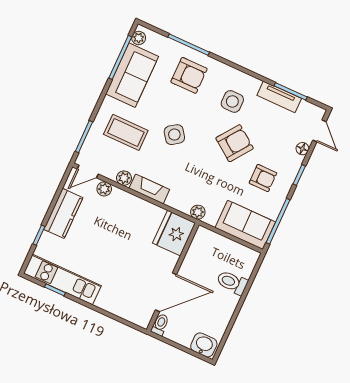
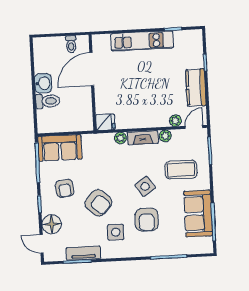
plant: (139, 38) -> (207, 243), removed
armchair: (189, 75) -> (147, 220), moved, turned -90
armchair: (235, 143) -> (98, 203), turned -84
floor lamp: (302, 149) -> (52, 224), width x1.89, depth x1.89
armchair: (263, 178) -> (65, 188), turned -97
plant: (198, 212) -> (120, 138), moved
fridge: (174, 233) -> (105, 122), width x0.53, depth x0.75
kitchen unit: (62, 279) -> (142, 41), moved
toilet: (160, 325) -> (71, 44), moved
washbasin: (204, 345) -> (43, 83), moved, turned -90

